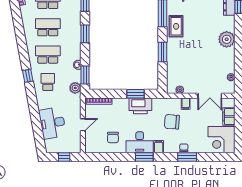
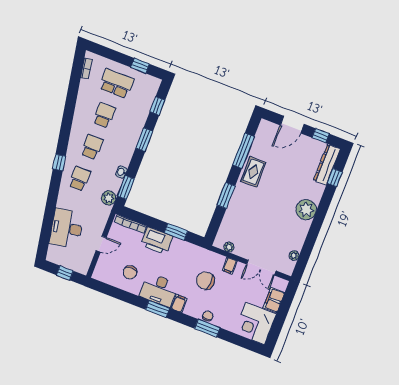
school desk: (48, 27) -> (104, 115), width x0.54
school desk: (48, 55) -> (92, 147), width x0.54
printer: (140, 106) -> (157, 241), moved

